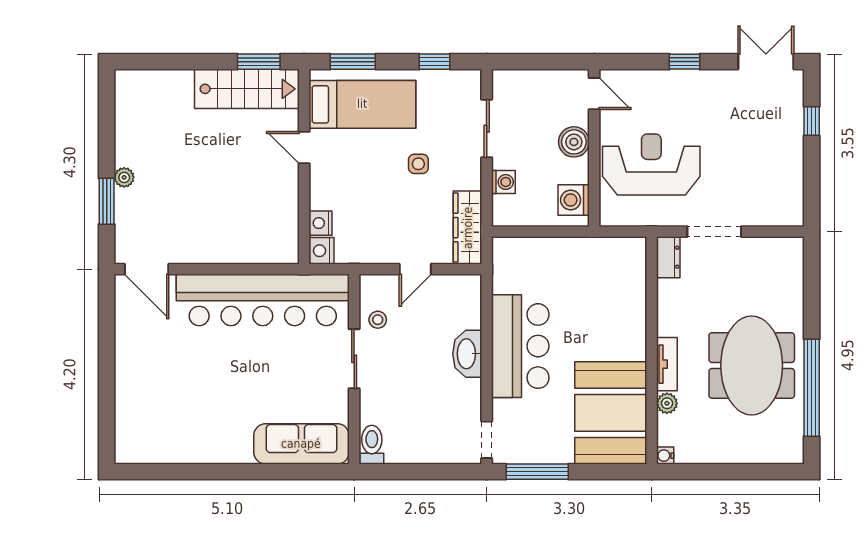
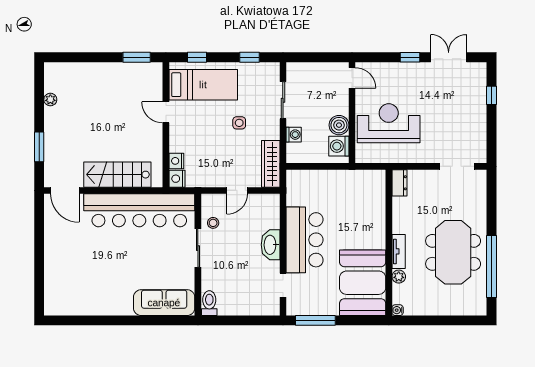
window: (353, 62) -> (197, 57), width x0.67
double door: (766, 62) -> (449, 57), moved
stairs: (247, 89) -> (117, 175), moved, turned 180
boiler: (574, 142) -> (339, 125), moved
plant: (124, 177) -> (50, 100), moved
doorway: (714, 232) -> (457, 166), moved
doorway: (487, 440) -> (283, 285), moved

